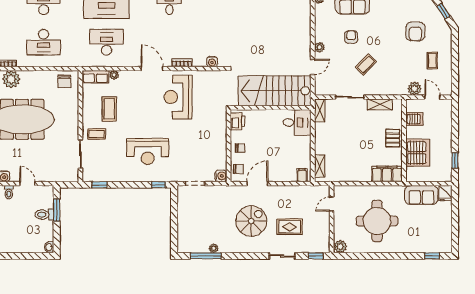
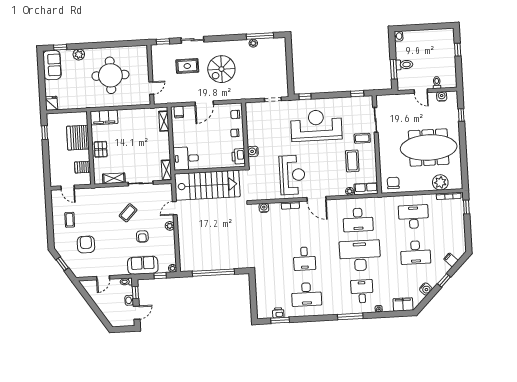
plant: (414, 89) -> (84, 194), removed
reception desk: (148, 151) -> (316, 125), width x1.36, depth x1.30
water cooler: (221, 176) -> (253, 151), moved
door: (257, 184) -> (204, 103), moved
sofa: (421, 195) -> (52, 65), moved, turned 90
plant: (340, 247) -> (79, 54), moved

